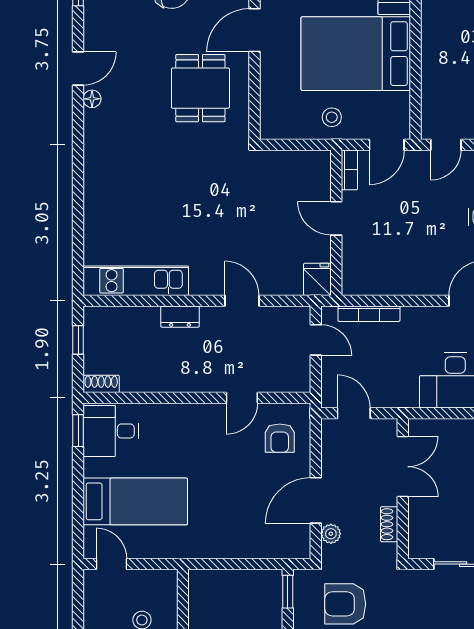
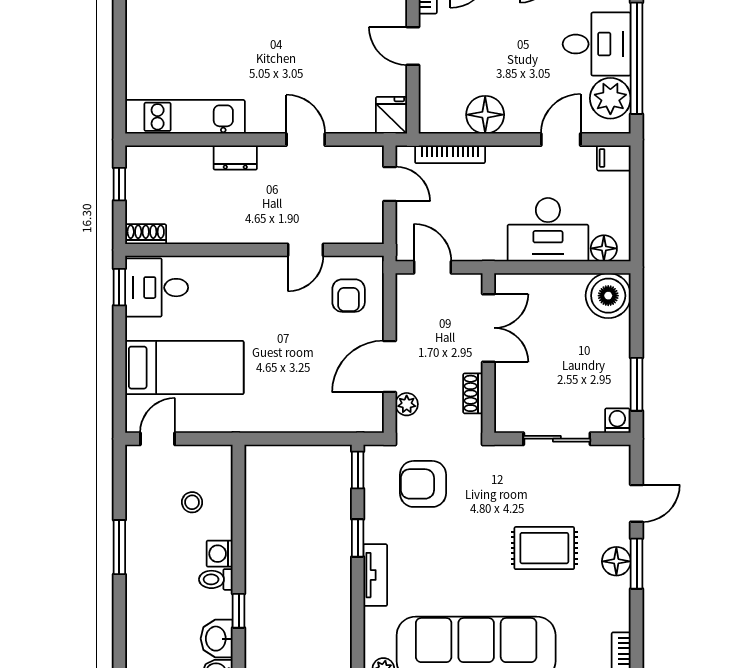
floor lamp: (400, 279) -> (485, 115), added
door: (112, 564) -> (158, 439), hinge flipped

